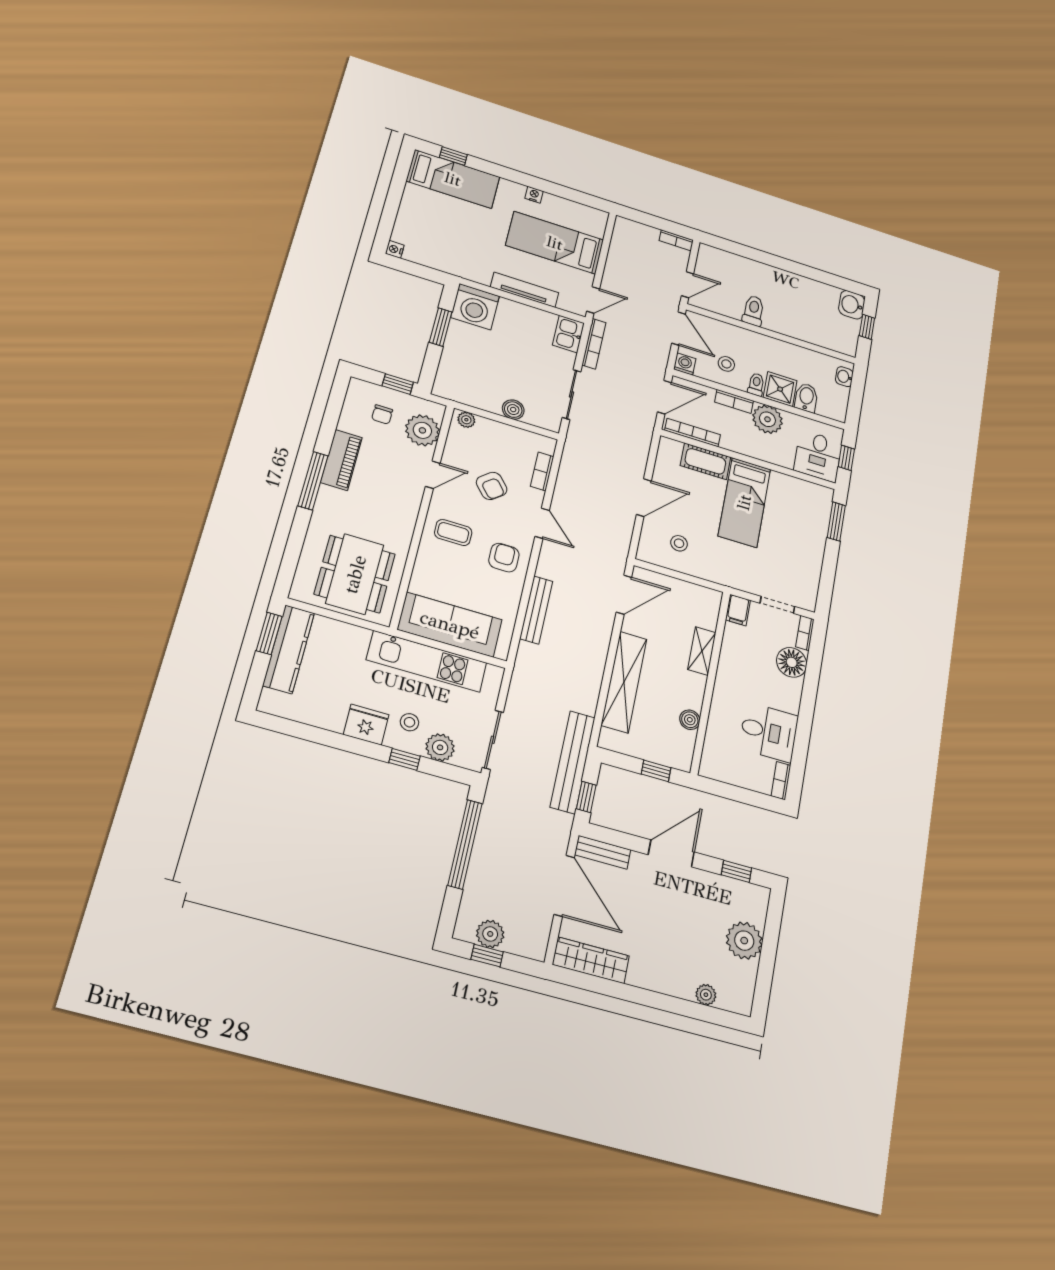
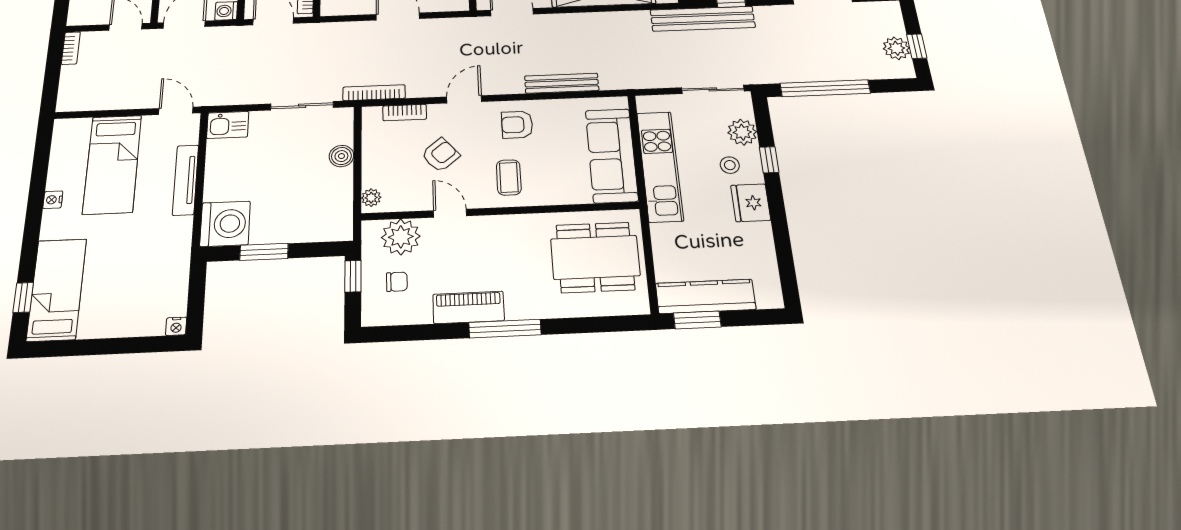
bookcase: (594, 344) -> (374, 93), moved

